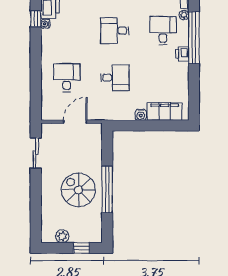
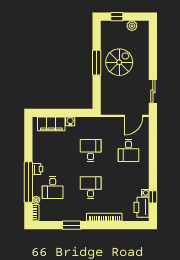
desk: (115, 31) -> (91, 188), turned -90
desk: (115, 78) -> (91, 150), turned 90
door: (75, 122) -> (133, 116), moved
window: (107, 189) -> (97, 63), width x0.68
spiral stairs: (78, 190) -> (119, 62), turned -90

